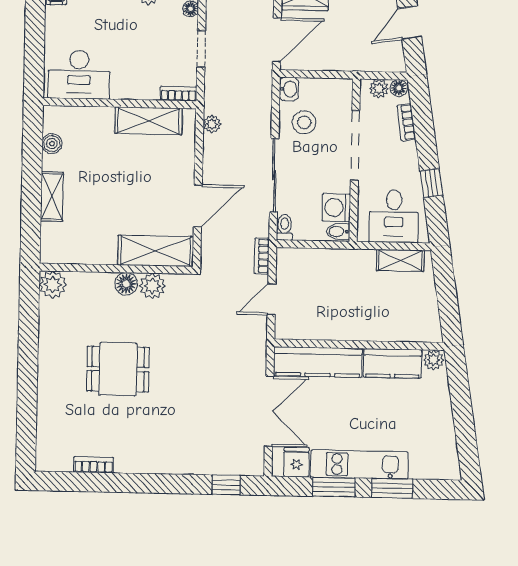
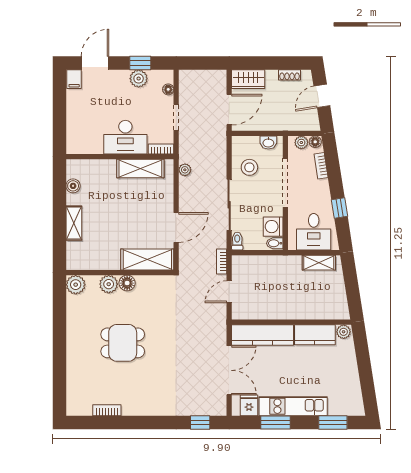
desk: (79, 75) -> (125, 137), moved
washbasin: (289, 89) -> (268, 143), moved, turned 90
plant: (152, 286) -> (109, 284), moved
window: (392, 488) -> (333, 422), moved

